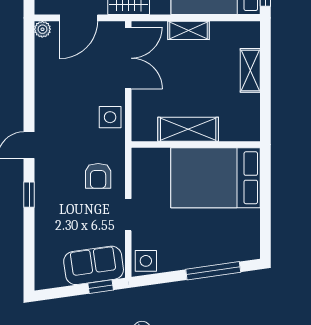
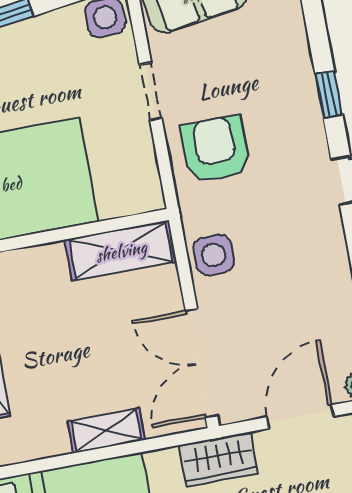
shelving: (188, 129) -> (121, 251), moved
armchair: (98, 176) -> (215, 149), width x1.38, depth x1.38

